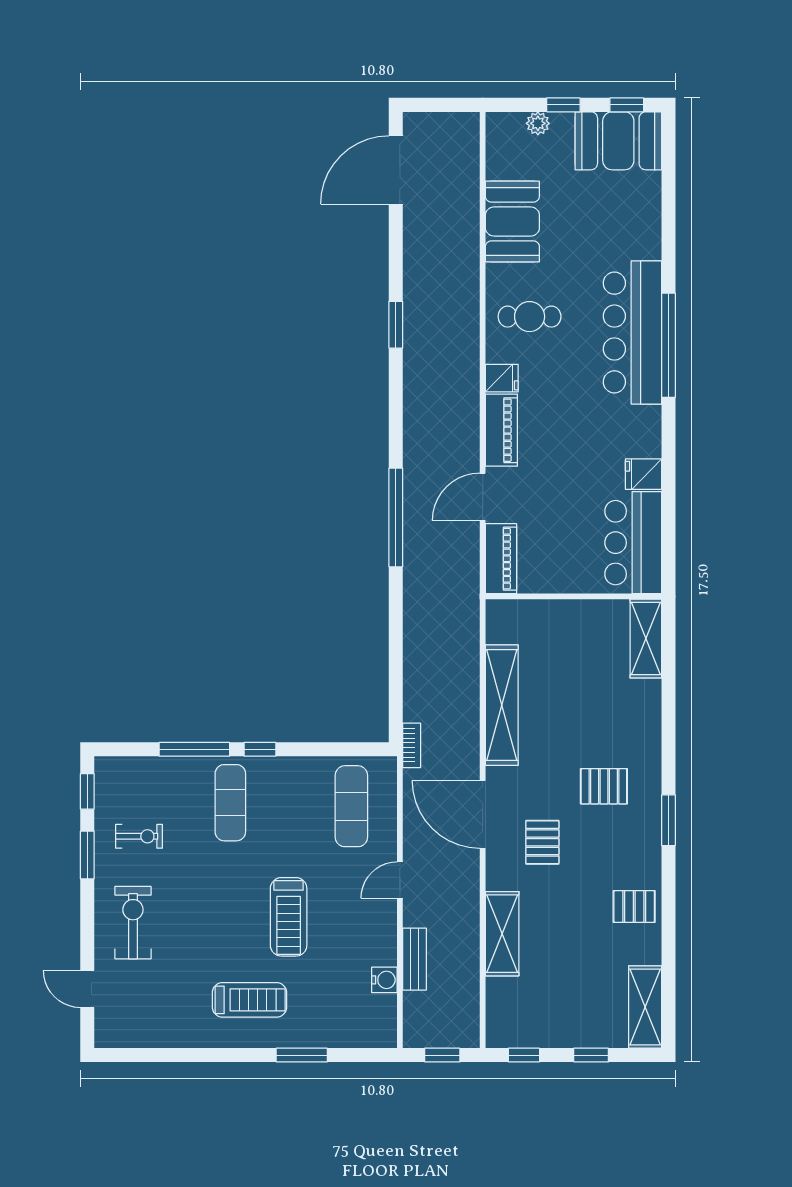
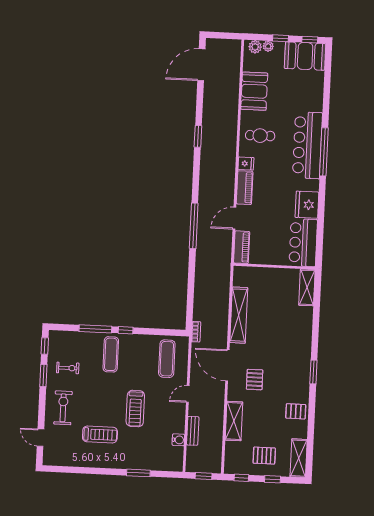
plant: (510, 126) -> (255, 47), added
fridge: (643, 474) -> (307, 205), width x1.88, depth x1.34
pallet: (604, 786) -> (264, 456), moved
treadmill: (249, 1000) -> (100, 435), moved

